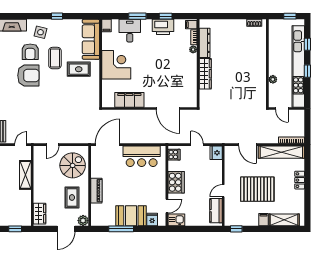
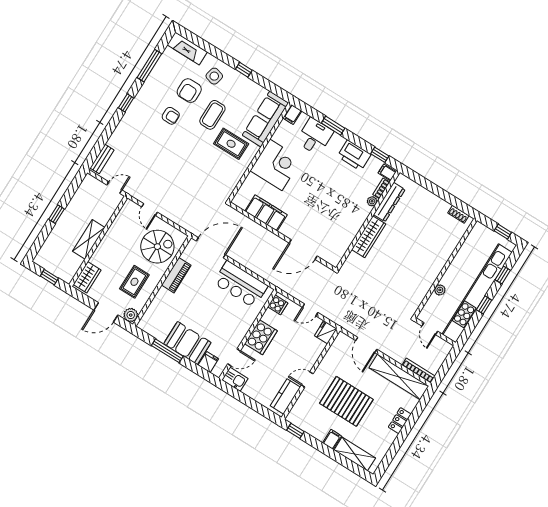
window: (166, 16) -> (380, 155), moved
armchair: (28, 75) -> (171, 116), width x0.53, depth x0.53
door: (168, 108) -> (303, 250), hinge flipped
door: (53, 145) -> (149, 209), hinge flipped
door: (197, 145) -> (310, 310), swing flipped
shelving: (25, 175) -> (89, 239), moved
piano: (96, 191) -> (176, 275), moved

